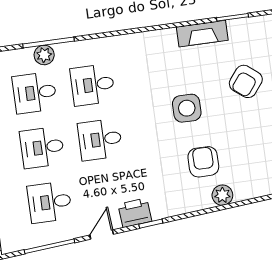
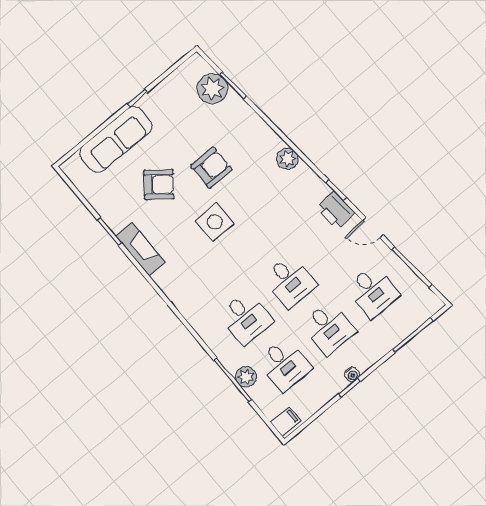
armchair: (203, 162) -> (211, 168), moved, turned 180
plant: (222, 195) -> (288, 159), moved

